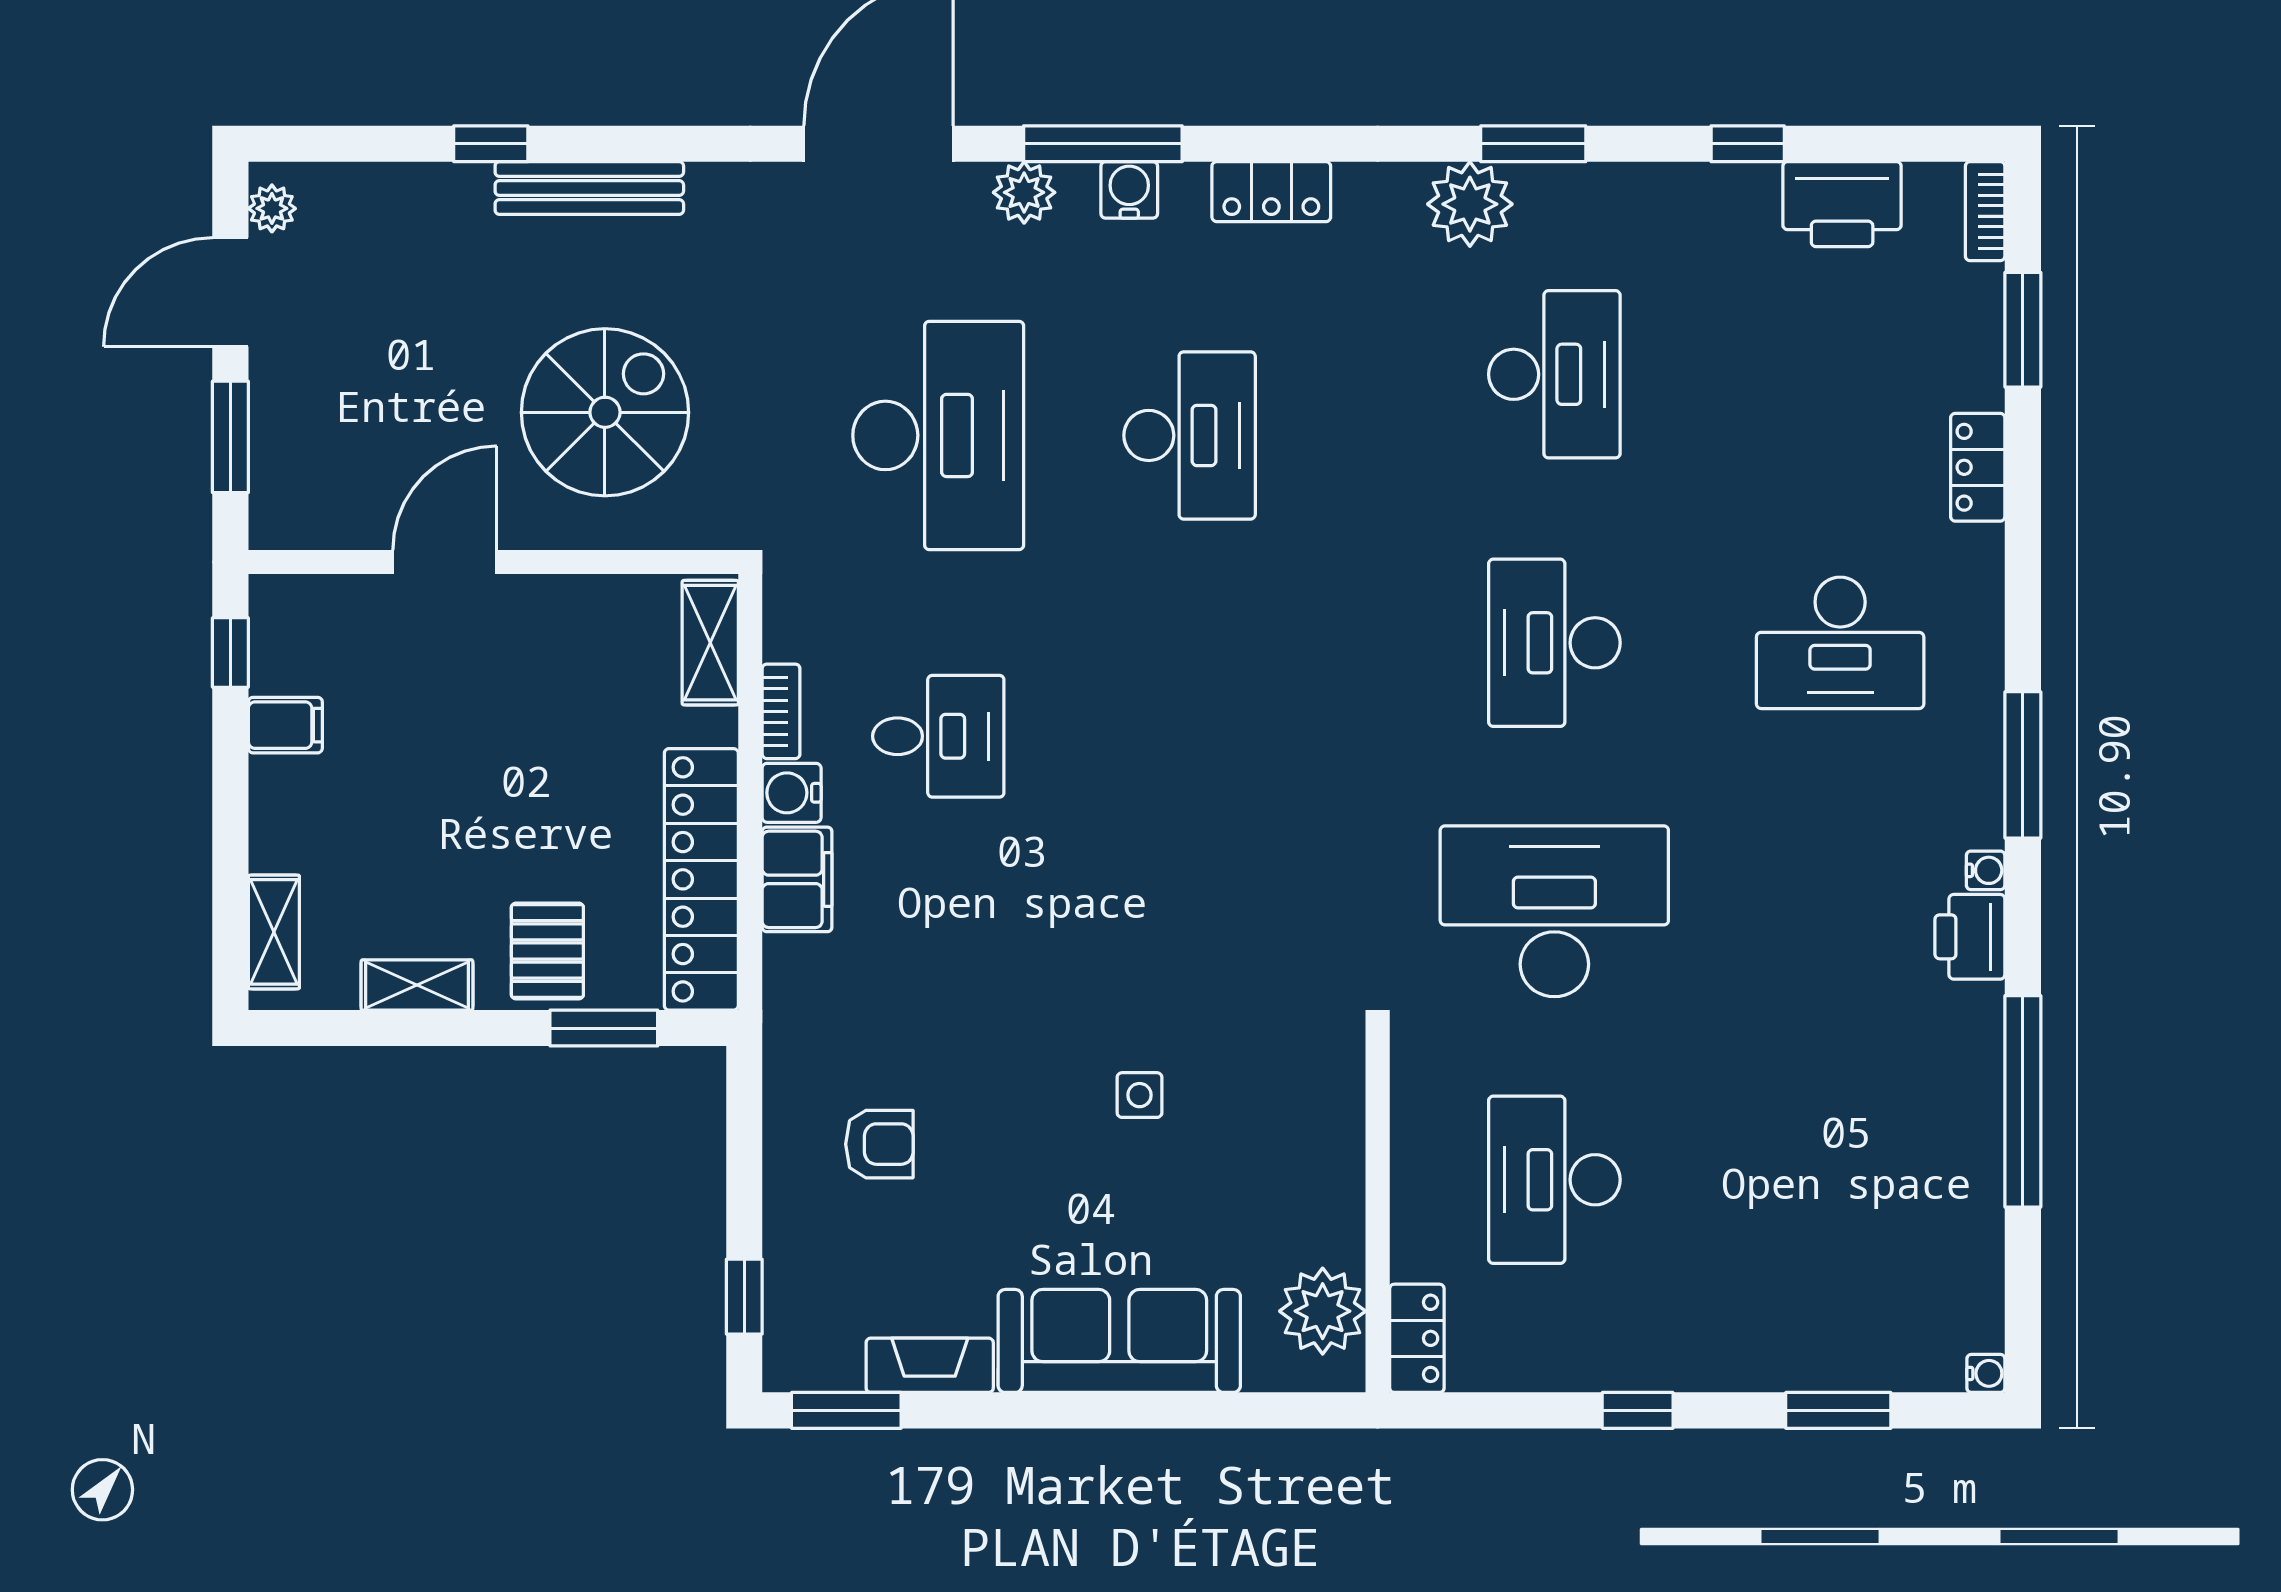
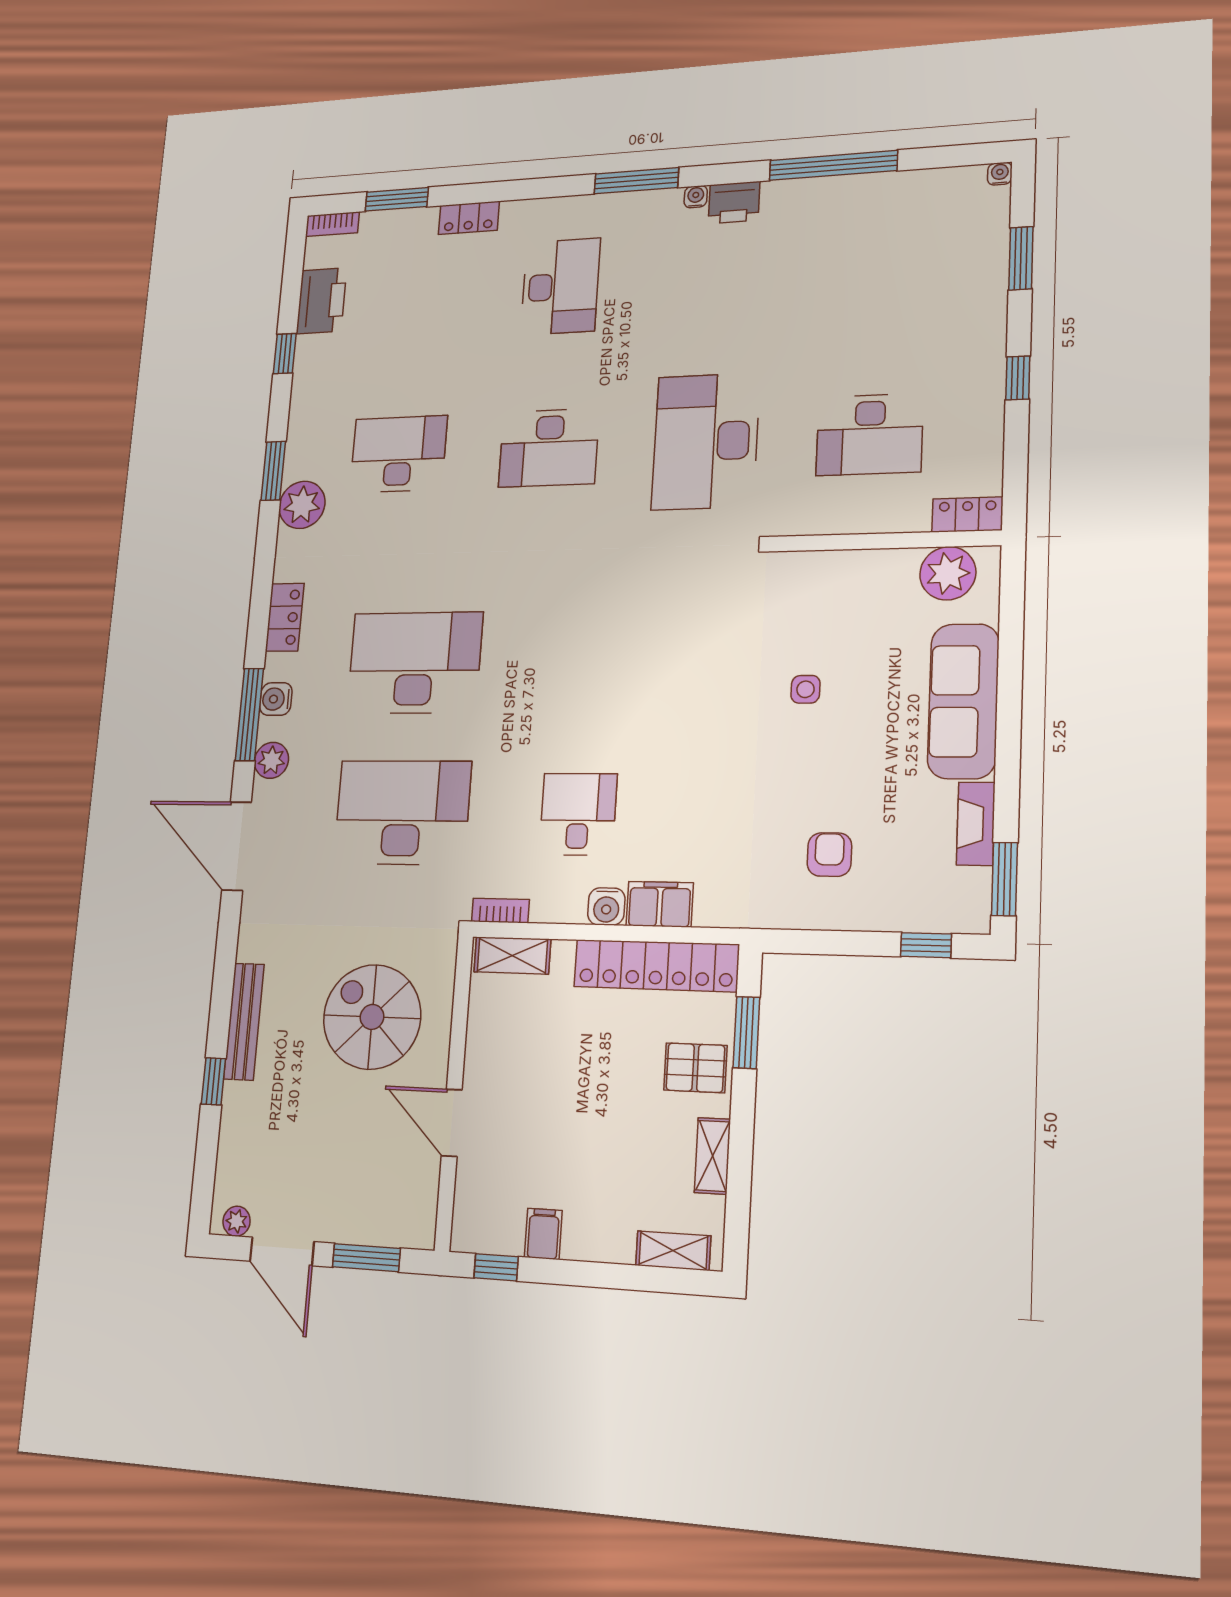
desk: (1190, 435) -> (415, 663), width x1.36, depth x1.30
bookcase: (781, 711) -> (500, 911), moved

